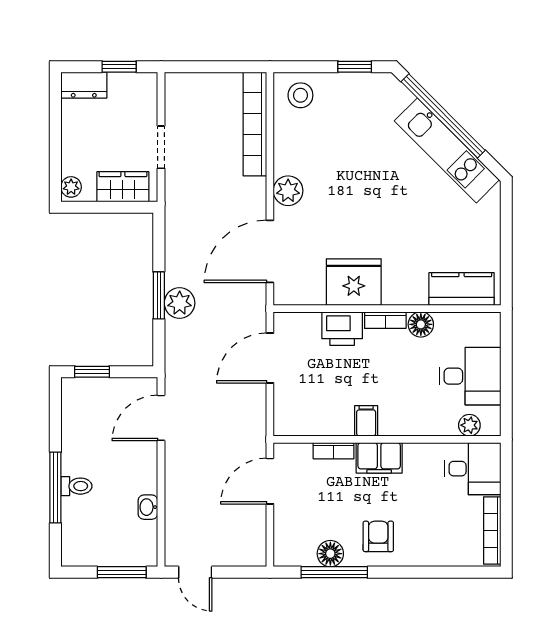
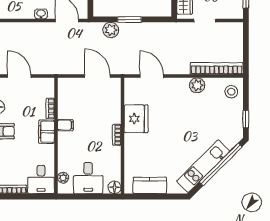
plant: (288, 191) -> (197, 85), moved
door: (270, 251) -> (152, 76), width x0.73
kitchen counter: (462, 289) -> (150, 185), moved, turned -90
plant: (180, 303) -> (111, 30), moved
floor lamp: (421, 324) -> (115, 187), moved
printer: (342, 329) -> (112, 113), removed
door: (270, 481) -> (19, 76), moved
washbasin: (148, 507) -> (41, 14), moved

